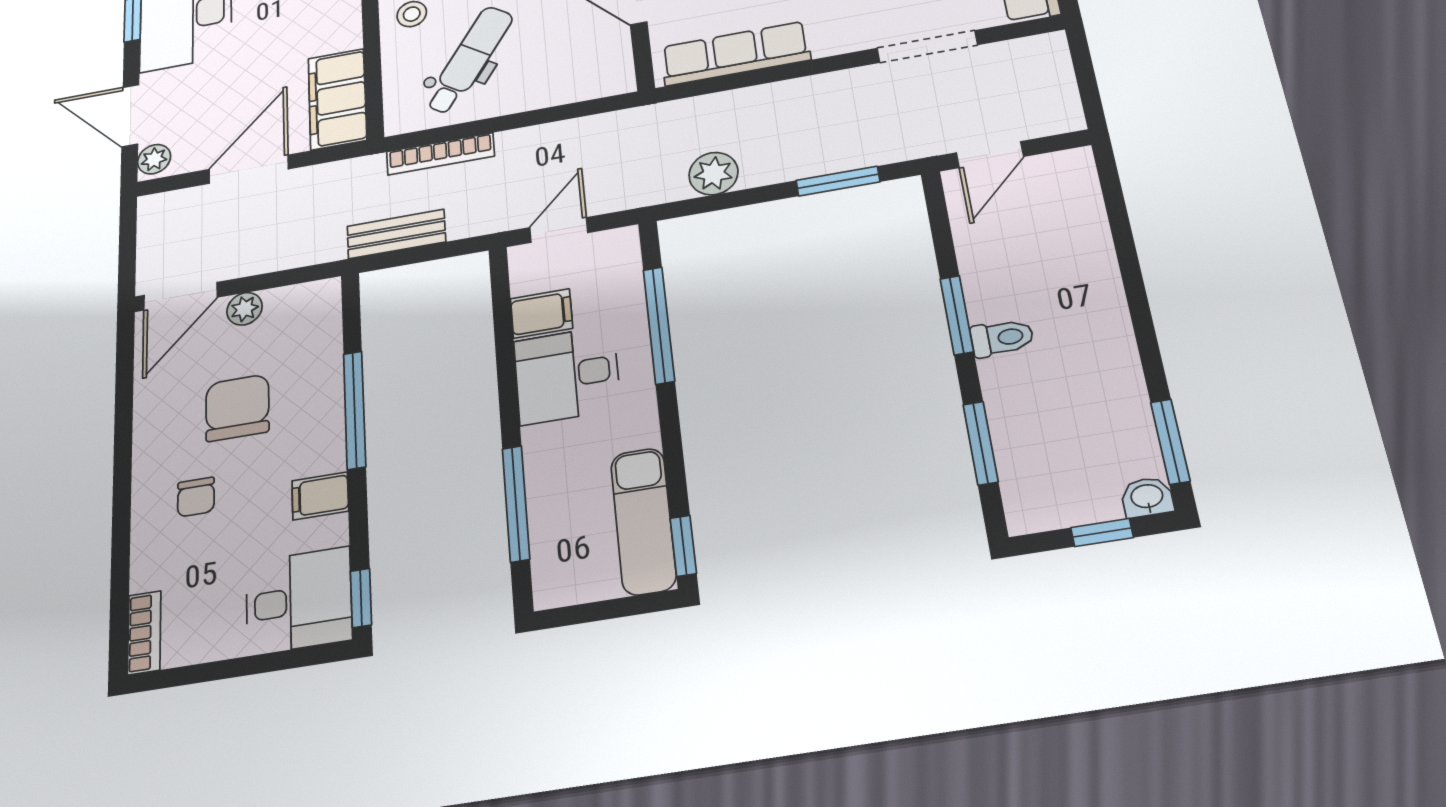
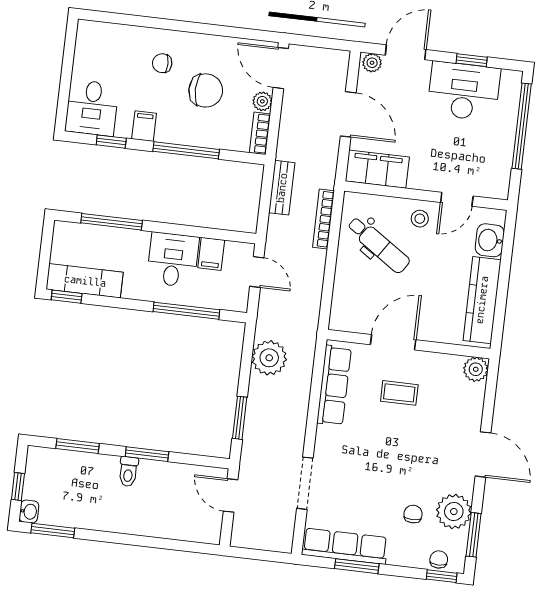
plant: (713, 174) -> (269, 358), width x1.36, depth x1.36
window: (361, 598) -> (111, 142), moved
bookcase: (144, 633) -> (260, 133), moved, turned 90

